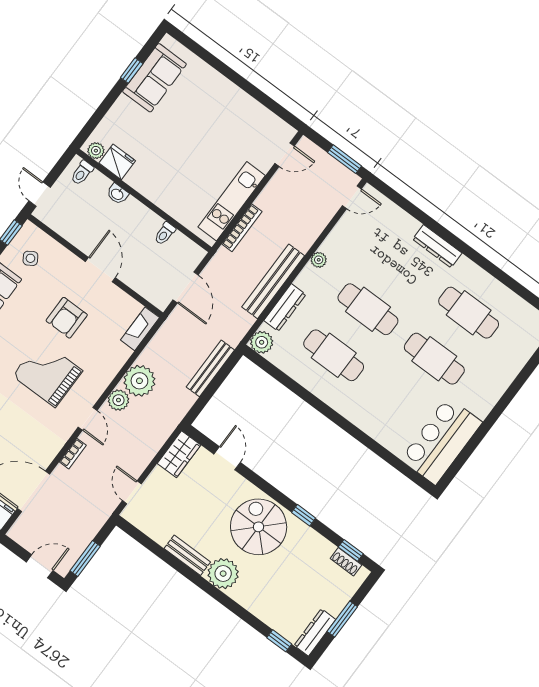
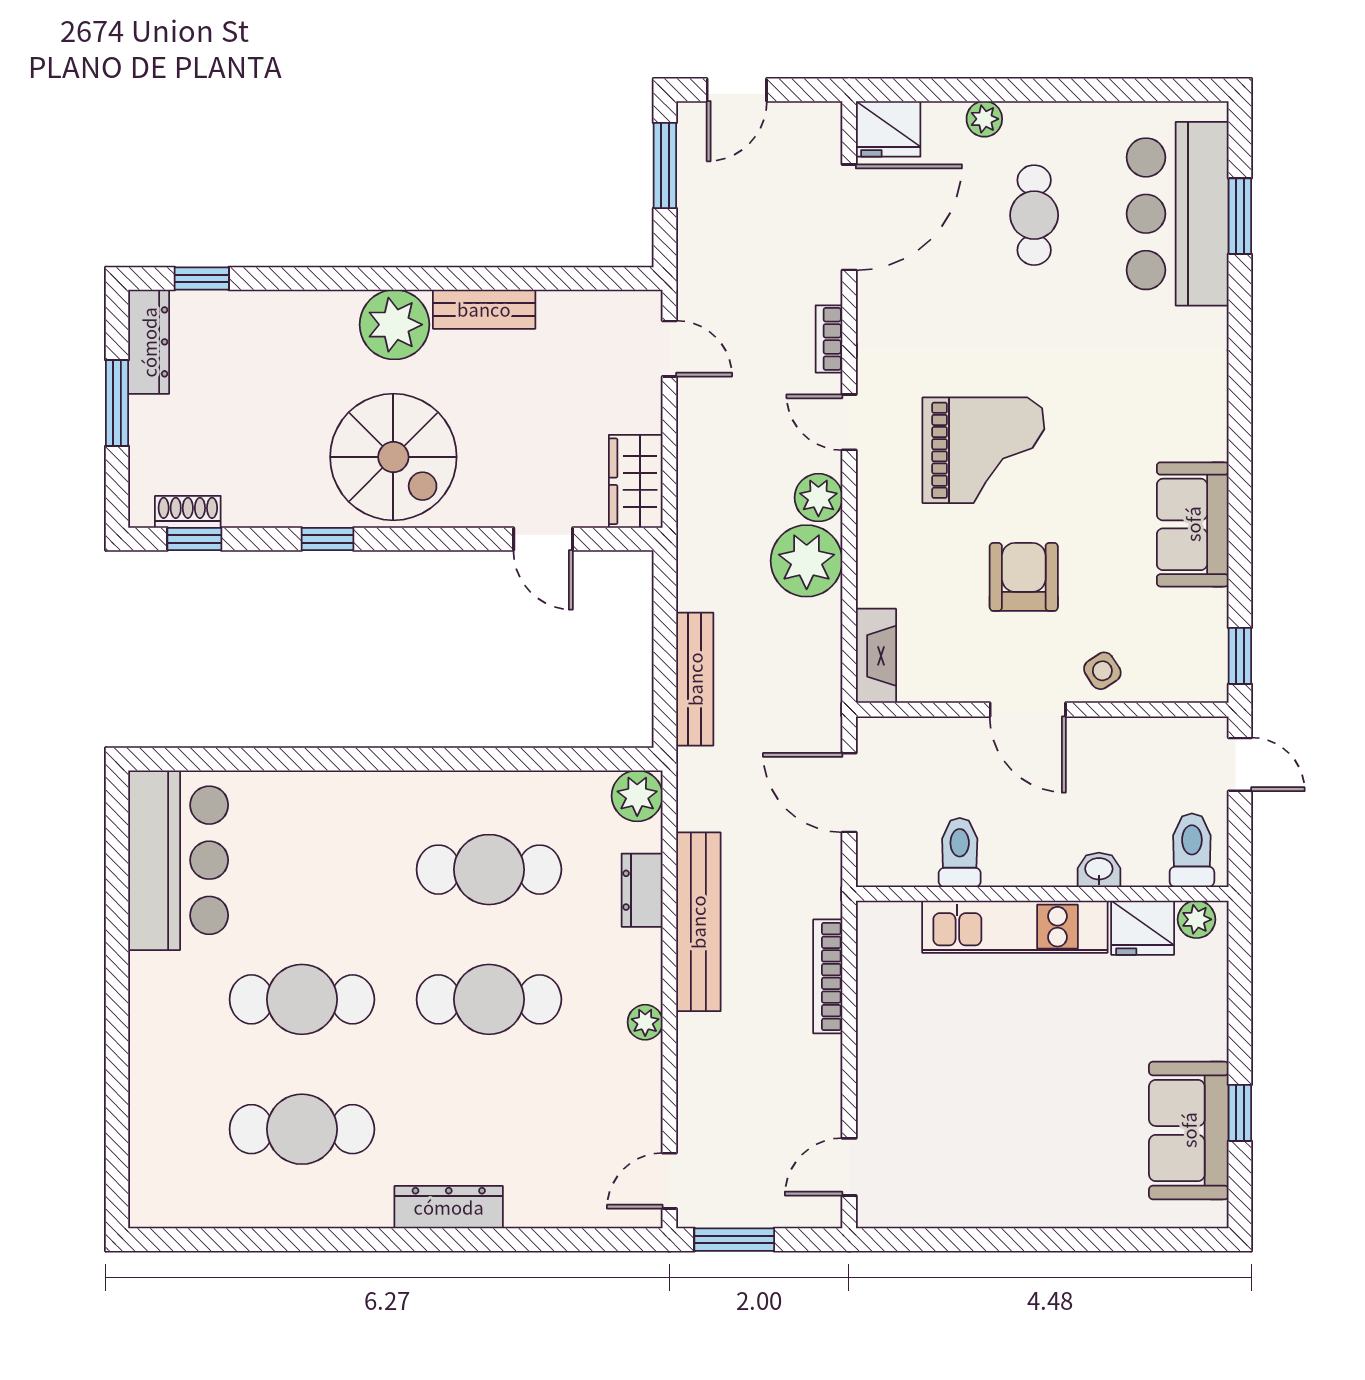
toilet: (82, 173) -> (1192, 850), width x1.37, depth x1.39
kitchen unit: (232, 201) -> (1015, 927), moved, turned 90
toilet: (165, 233) -> (960, 852), width x1.37, depth x1.39
side table: (30, 258) -> (1102, 671), moved
dresser: (285, 307) -> (642, 890), width x0.70

